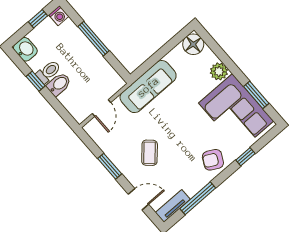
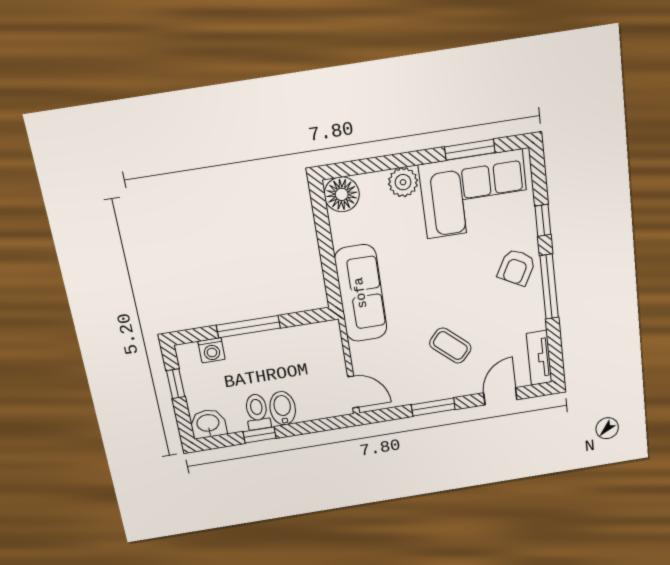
washing machine: (59, 16) -> (212, 350), moved, turned 90
door: (101, 108) -> (353, 392), moved
window: (198, 198) -> (549, 287), moved

